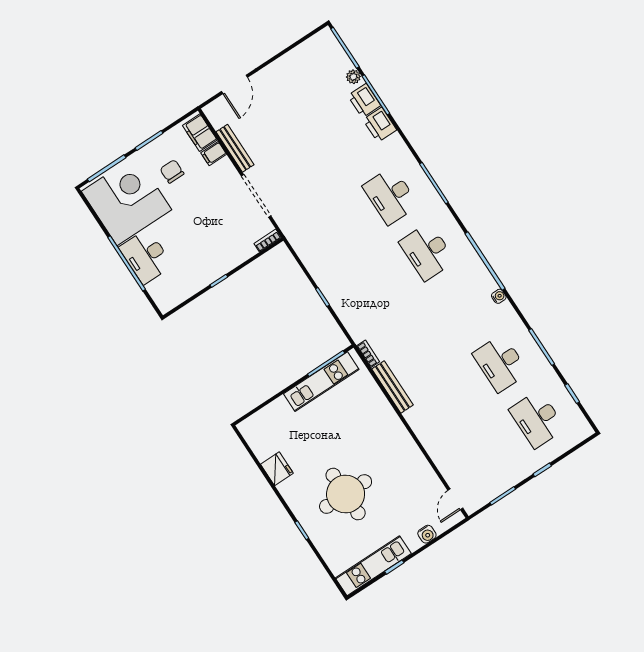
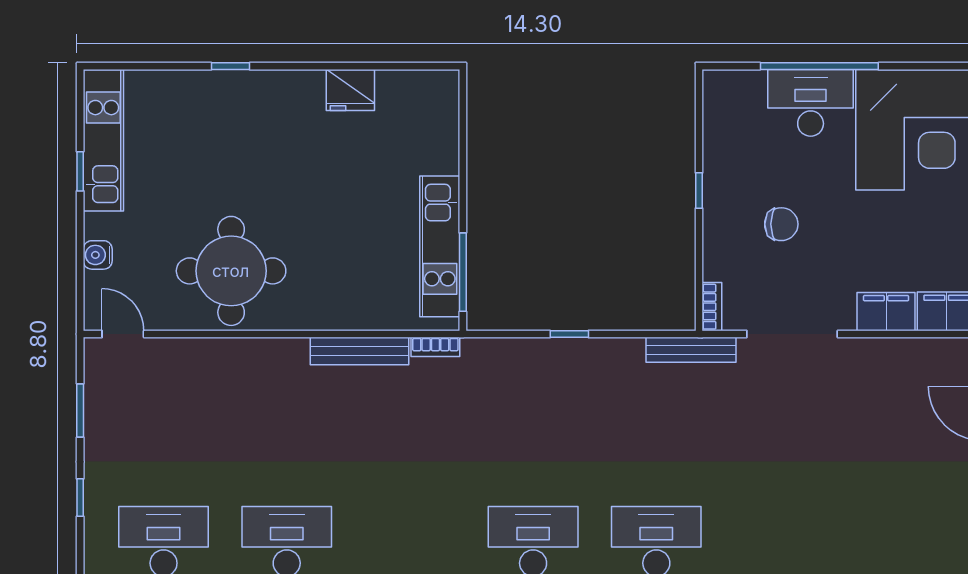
bench: (235, 148) -> (691, 350), moved
filing cabinet: (214, 154) -> (886, 312), width x2.00
chair: (172, 171) -> (781, 224), moved
round table: (346, 494) -> (231, 271), moved

